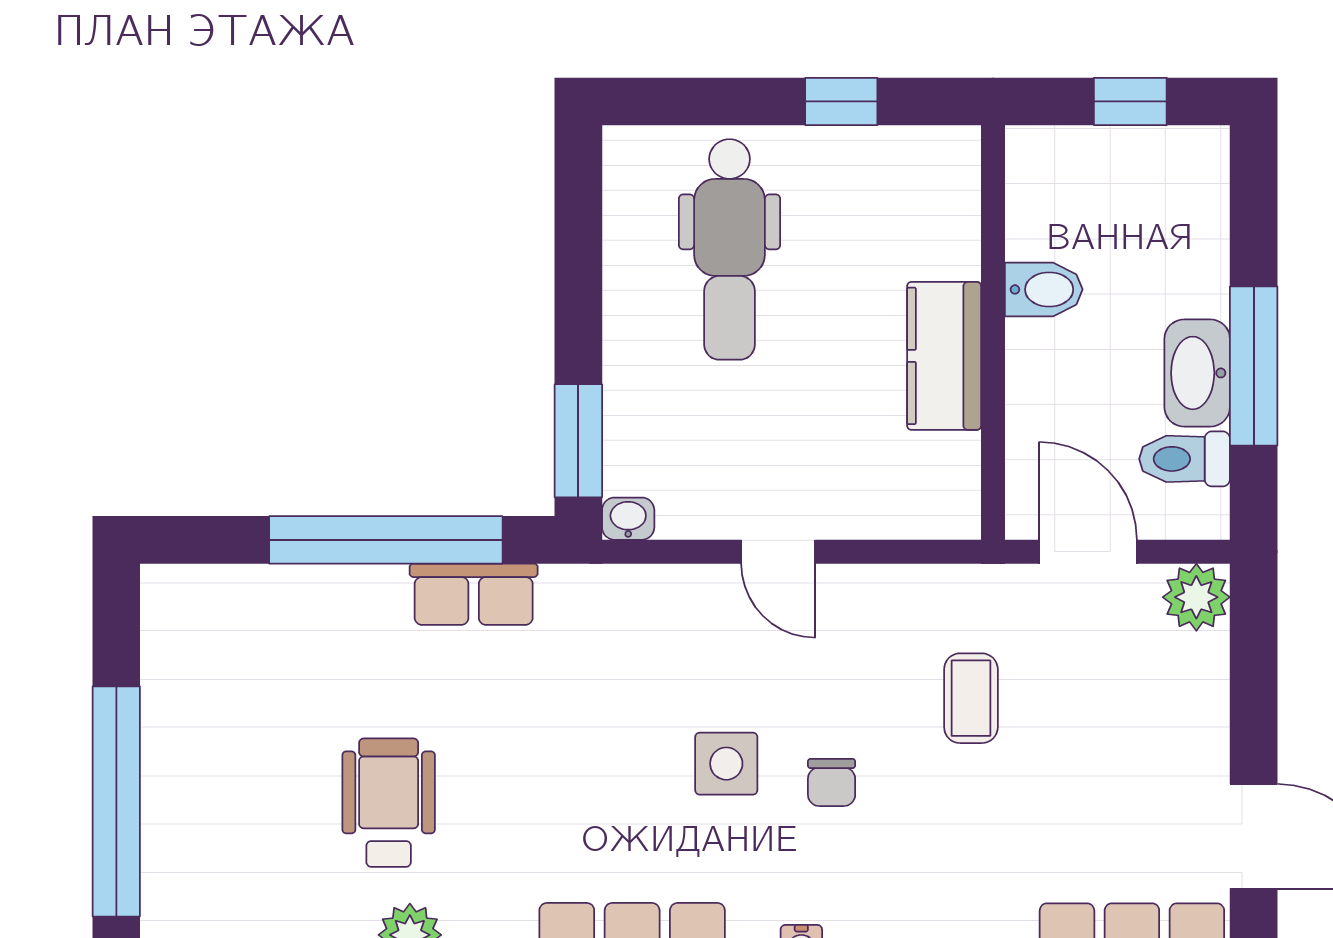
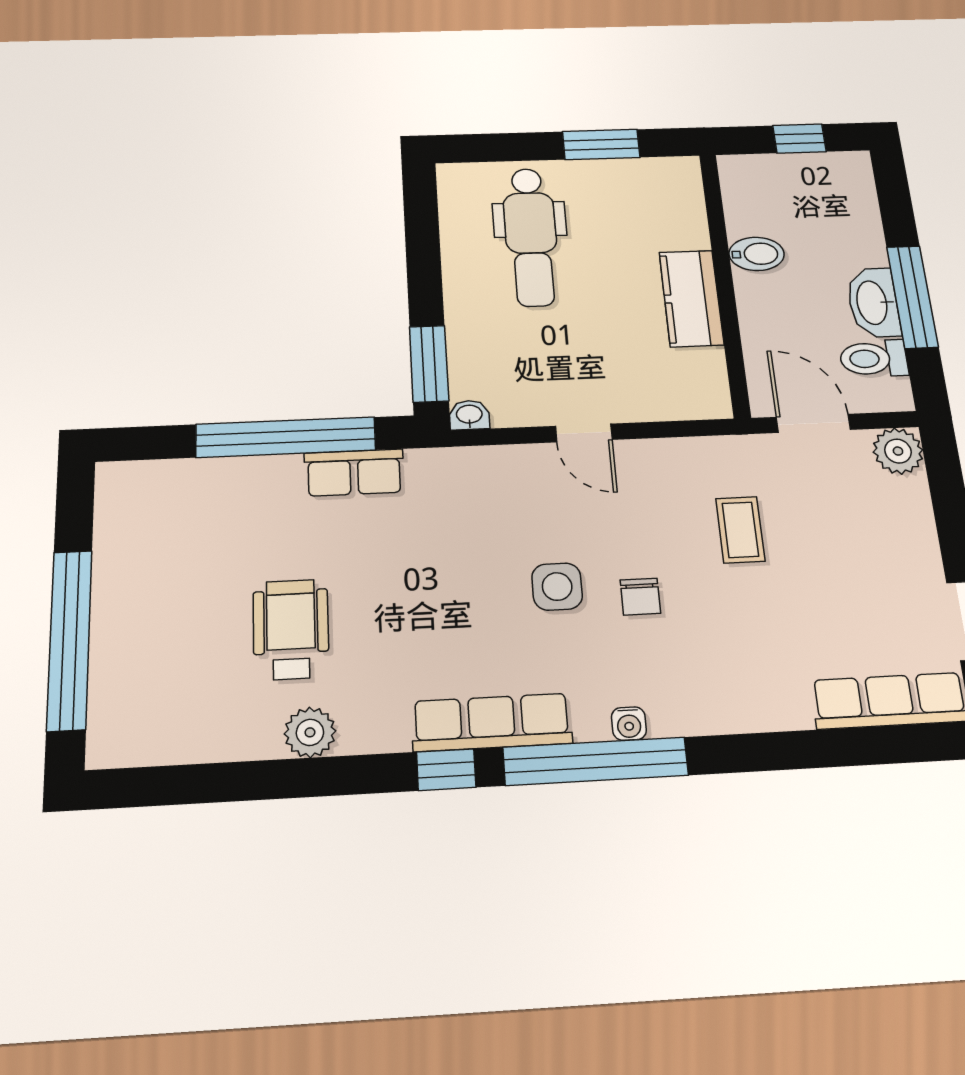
window: (841, 101) -> (601, 144), width x1.50

